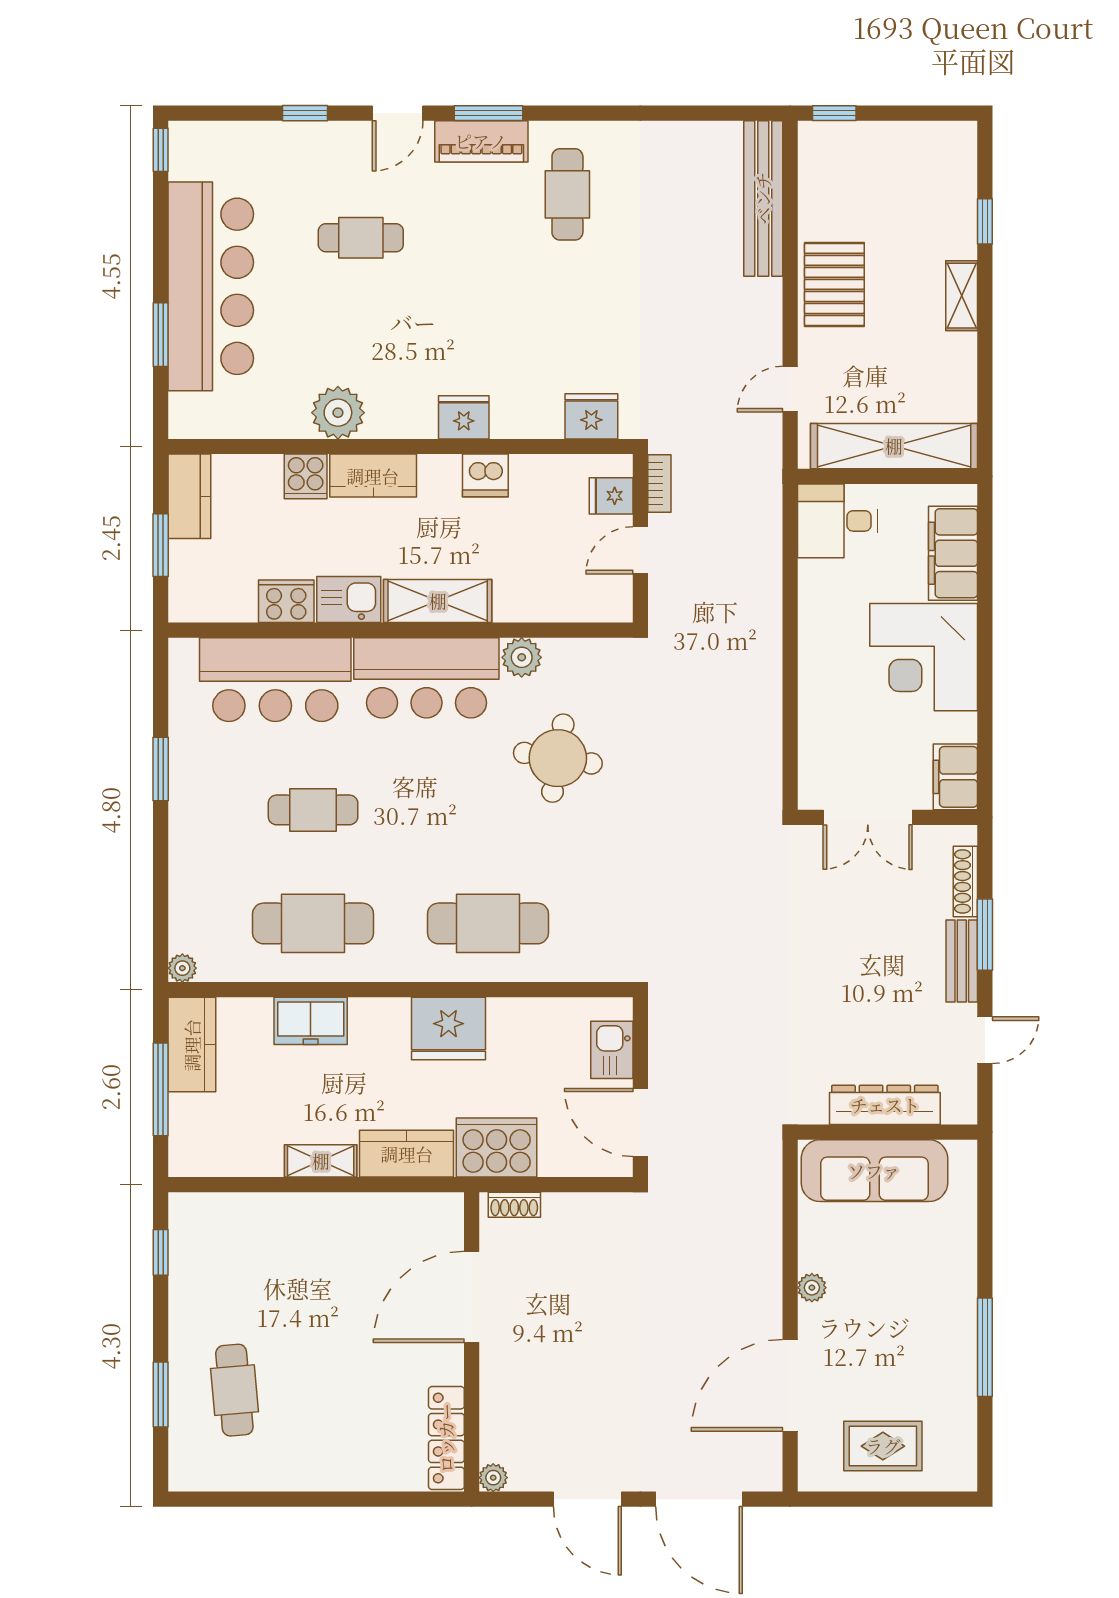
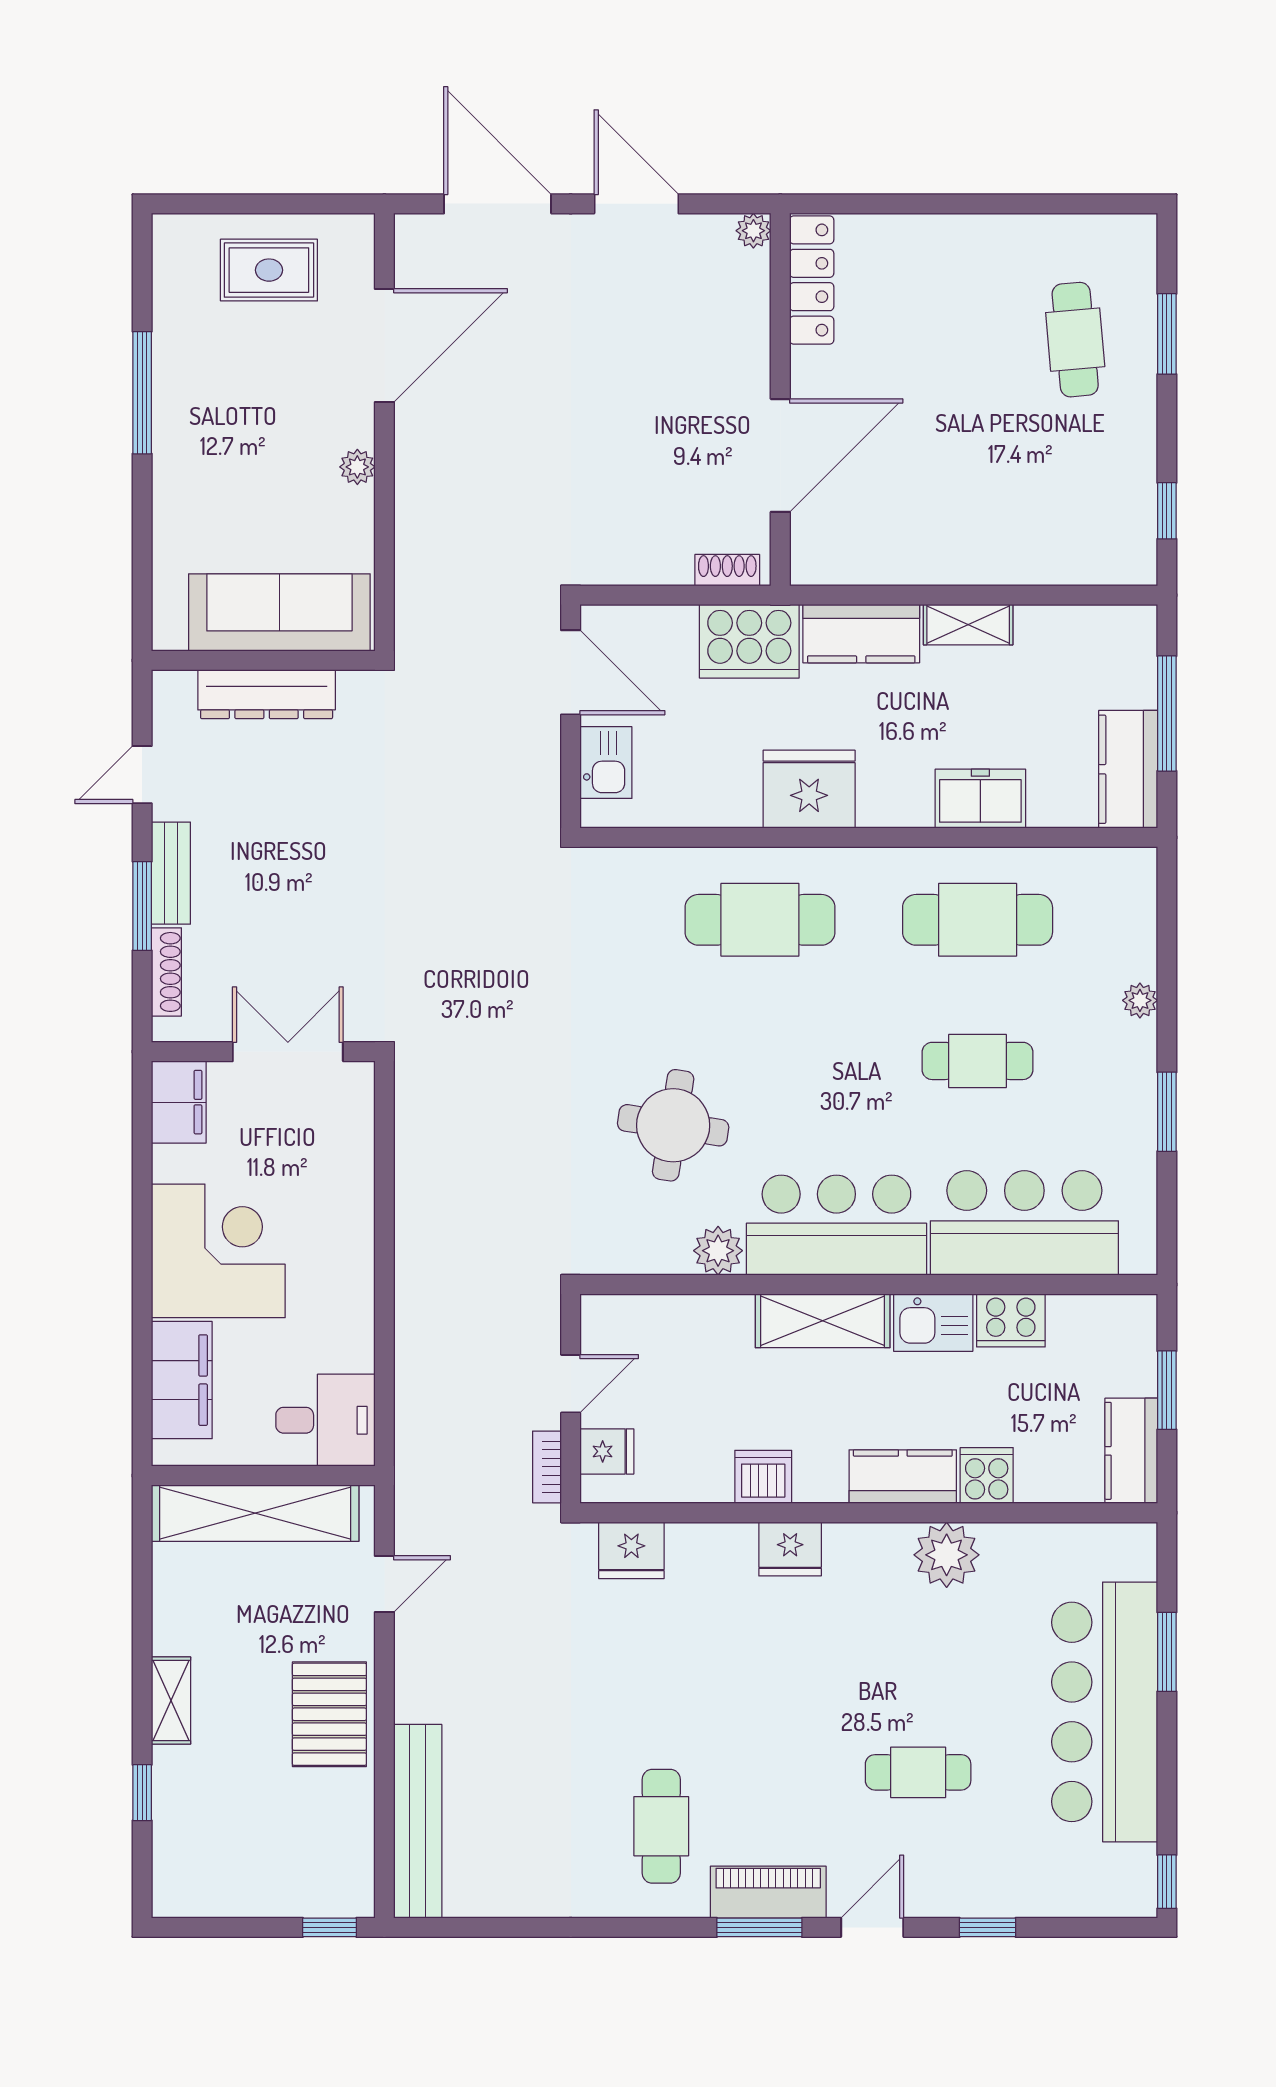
plant: (182, 968) -> (1140, 1000), moved

